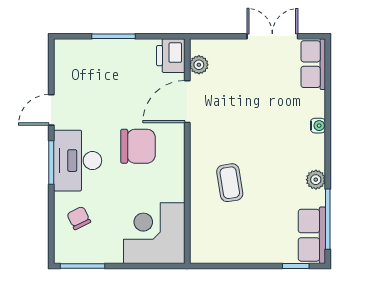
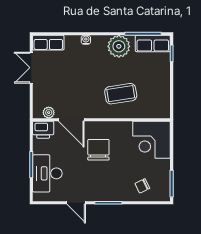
desk: (78, 161) -> (47, 173), moved, turned 90
plant: (316, 180) -> (119, 46), width x1.88, depth x1.88
coffee table: (230, 183) -> (121, 94), width x1.36, depth x1.30

